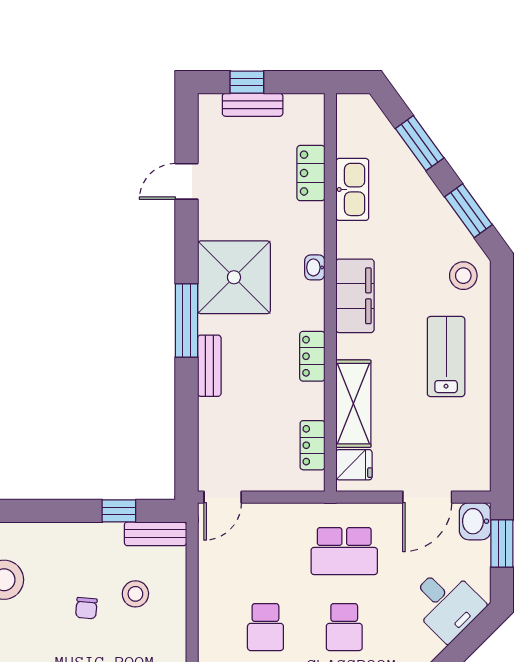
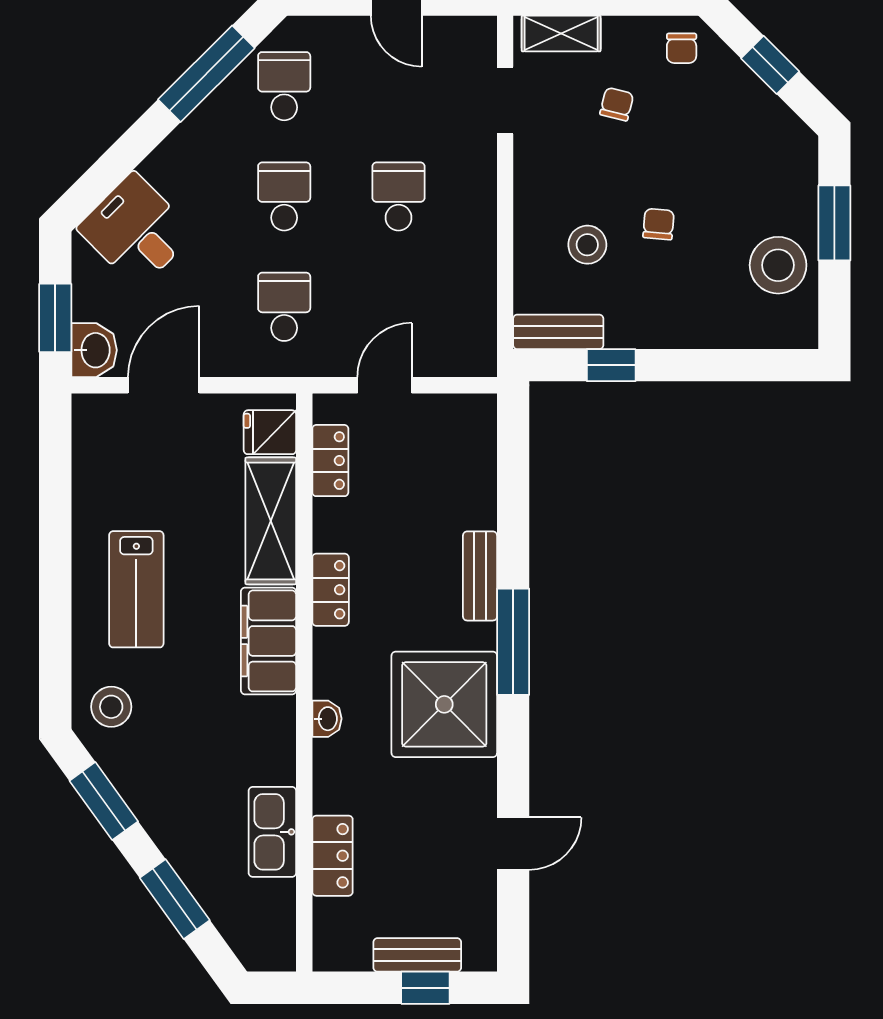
filing cabinet: (355, 296) -> (269, 641), moved
door: (223, 497) -> (385, 385), moved
school desk: (344, 551) -> (284, 307), width x0.54

